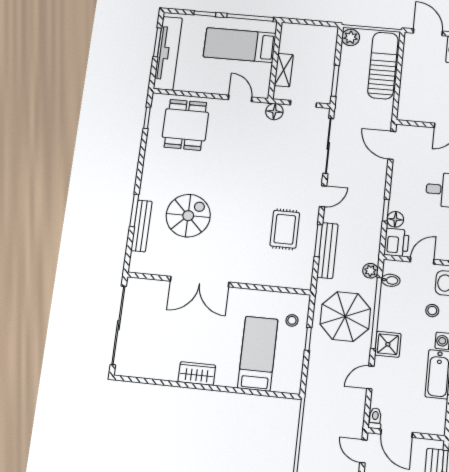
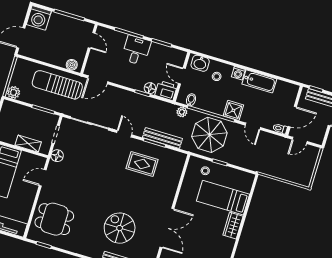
sun lounger: (383, 65) -> (57, 85), moved
boiler: (405, 106) -> (72, 65), added
wardrobe: (197, 374) -> (233, 226), moved

